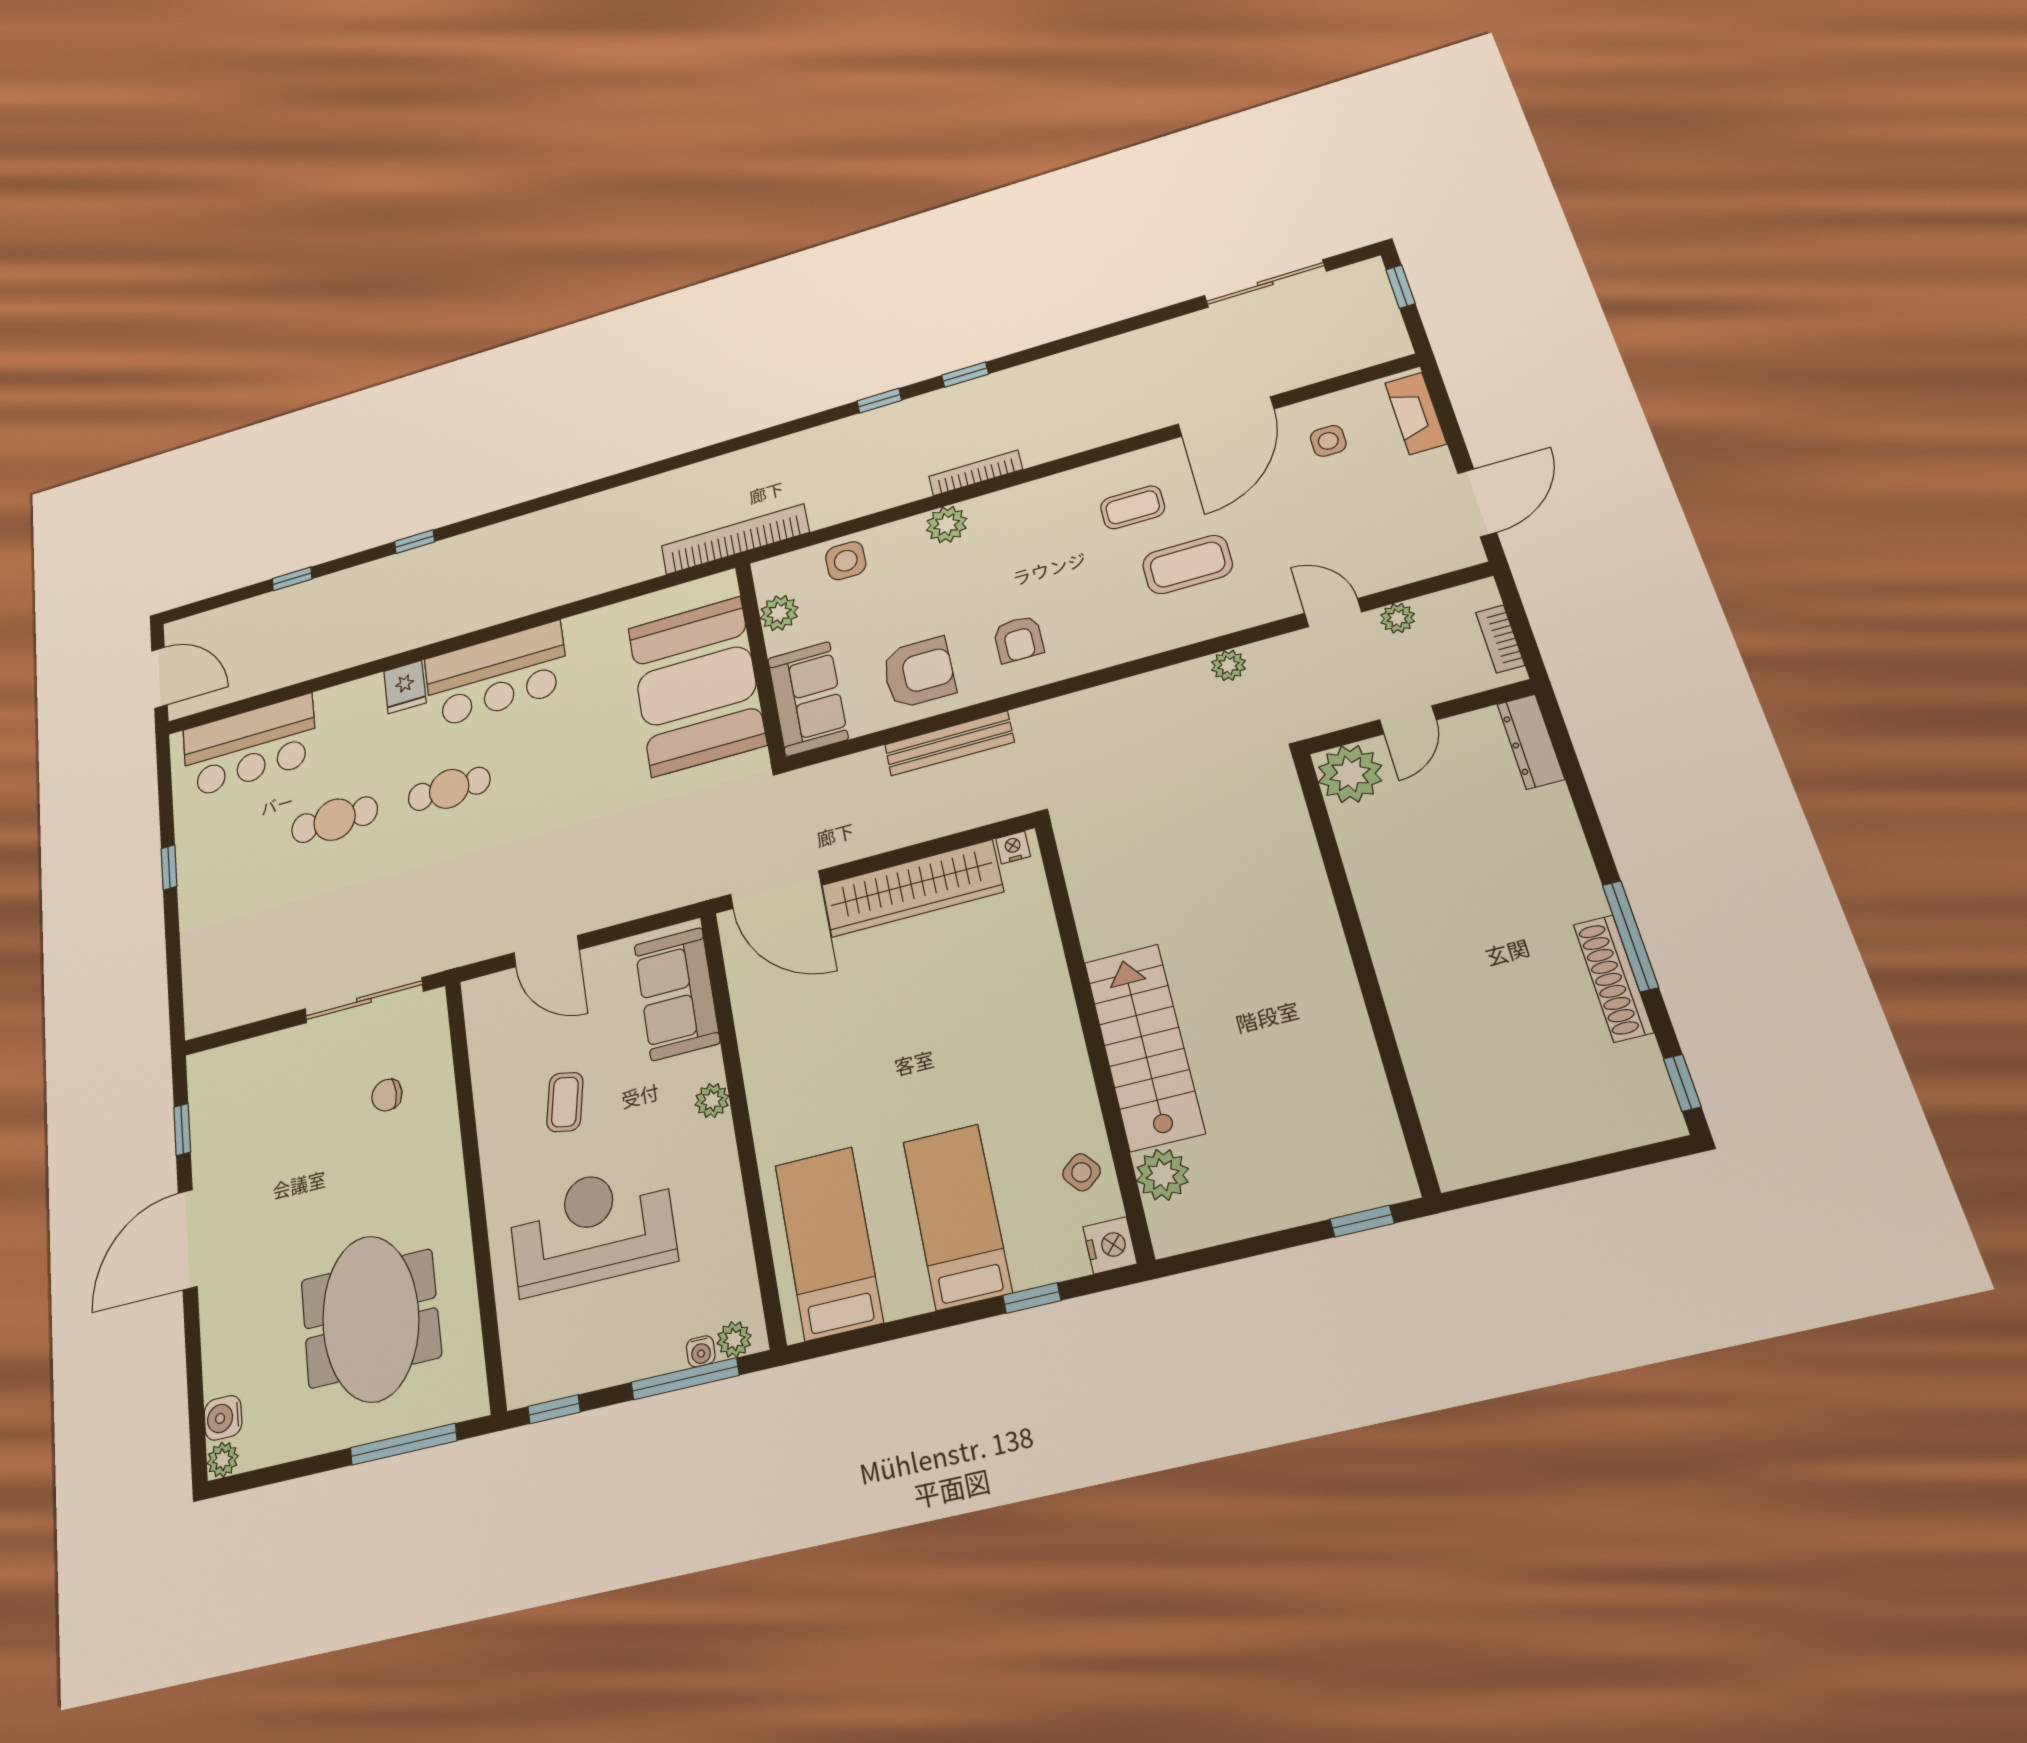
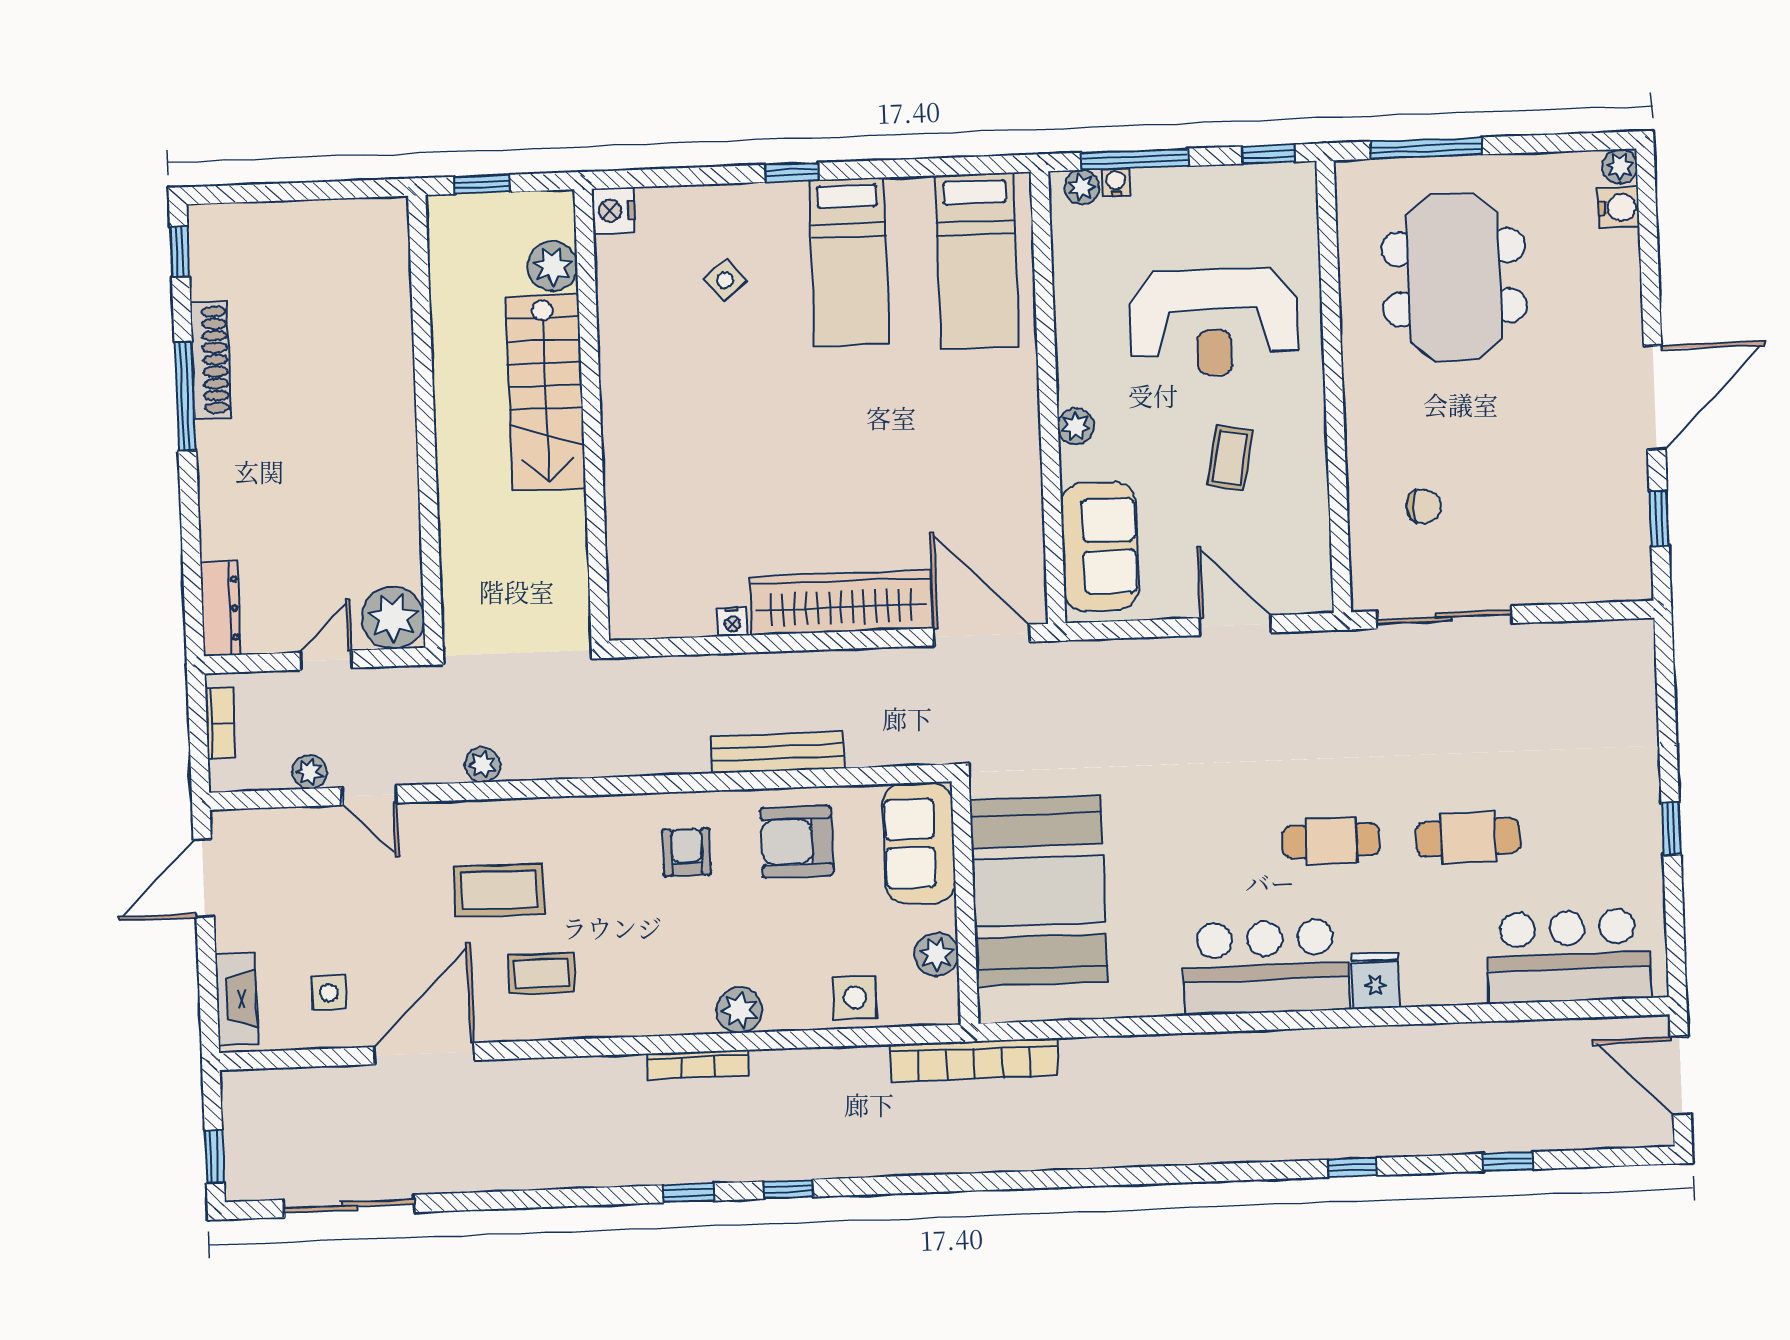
wall: (1092, 1034) -> (592, 415), moved
stairs: (1144, 1047) -> (546, 392), moved
plant: (1163, 1175) -> (553, 266), moved
nightstand: (1110, 1245) -> (613, 211), moved

